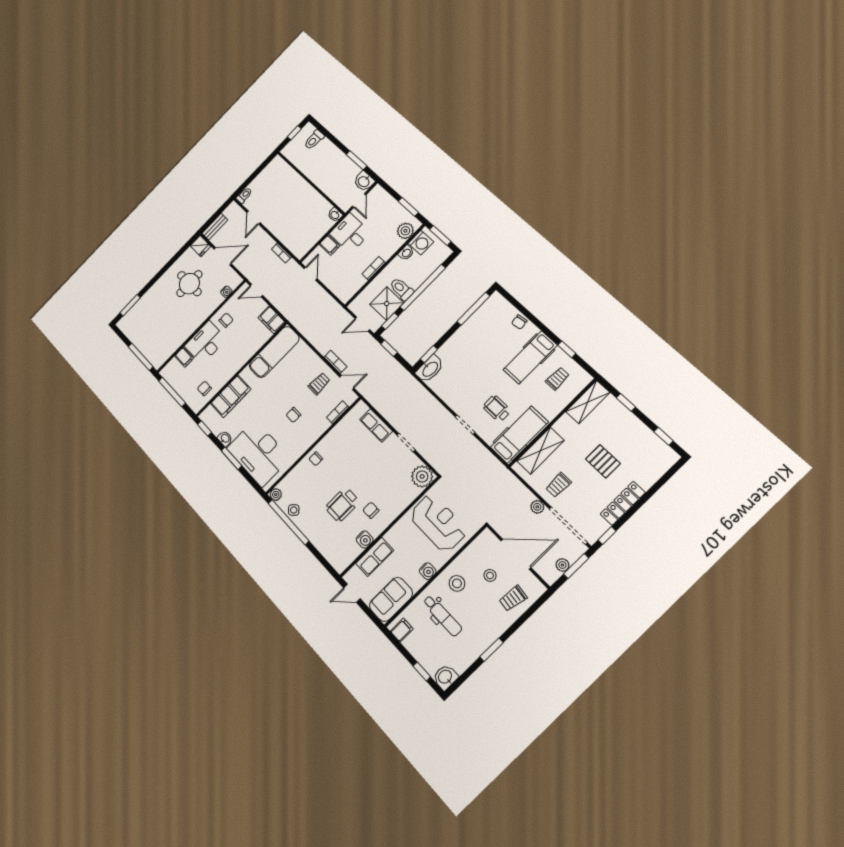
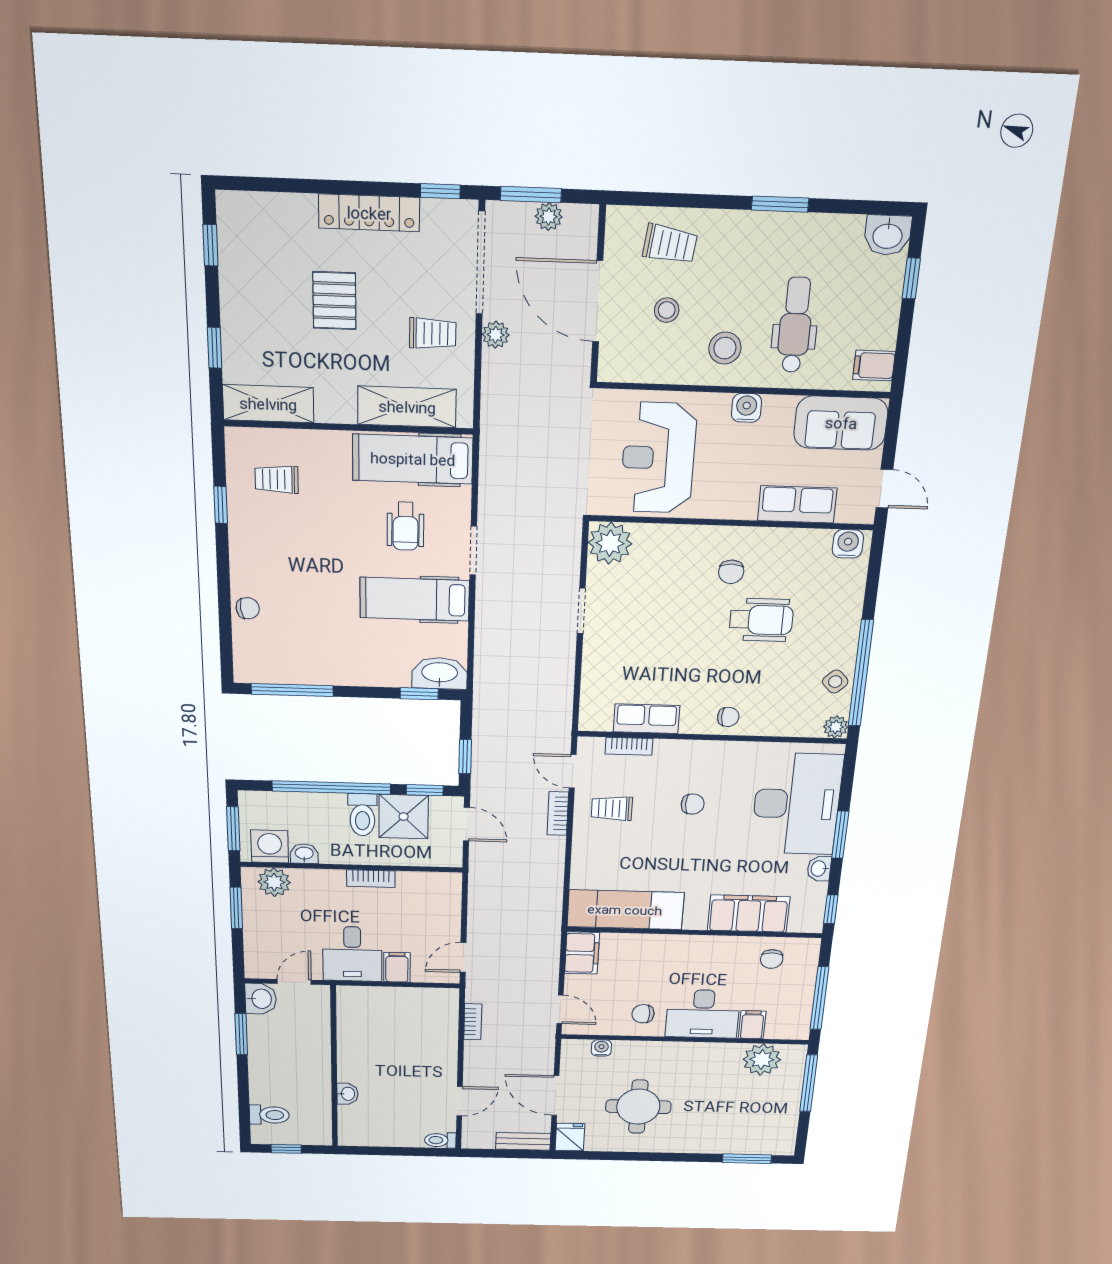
washbasin: (335, 215) -> (347, 1094), moved
plant: (166, 348) -> (762, 1059), added
hospital bed: (530, 357) -> (415, 599), moved, turned 180
row of seats: (376, 425) -> (647, 719), moved, turned -90
water cooler: (365, 540) -> (848, 544), moved

